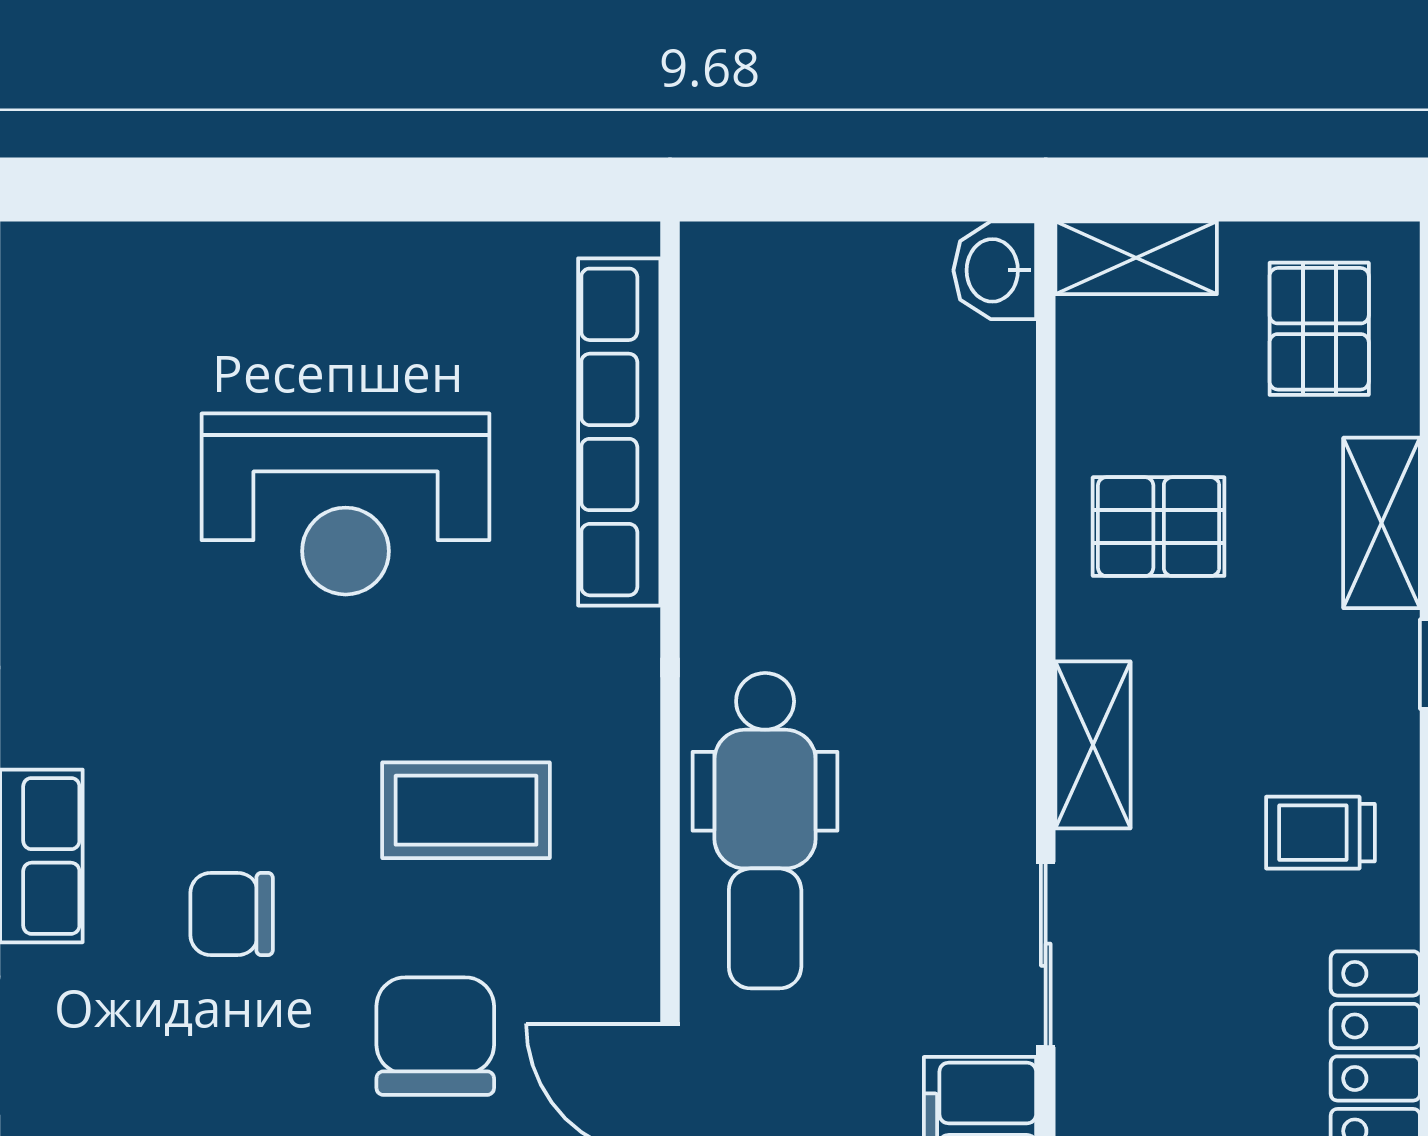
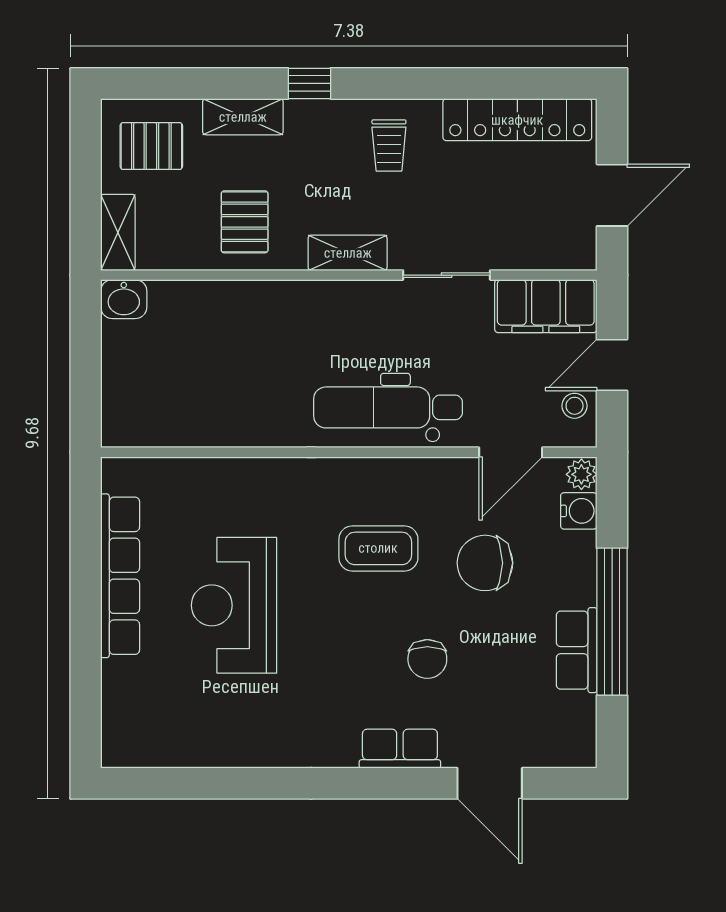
row of seats: (619, 432) -> (120, 576), moved, turned -90
reception desk: (346, 504) -> (234, 605), turned 180
coffee table: (466, 810) -> (378, 548), turned 90
dental chair: (765, 831) -> (388, 407), turned 180

